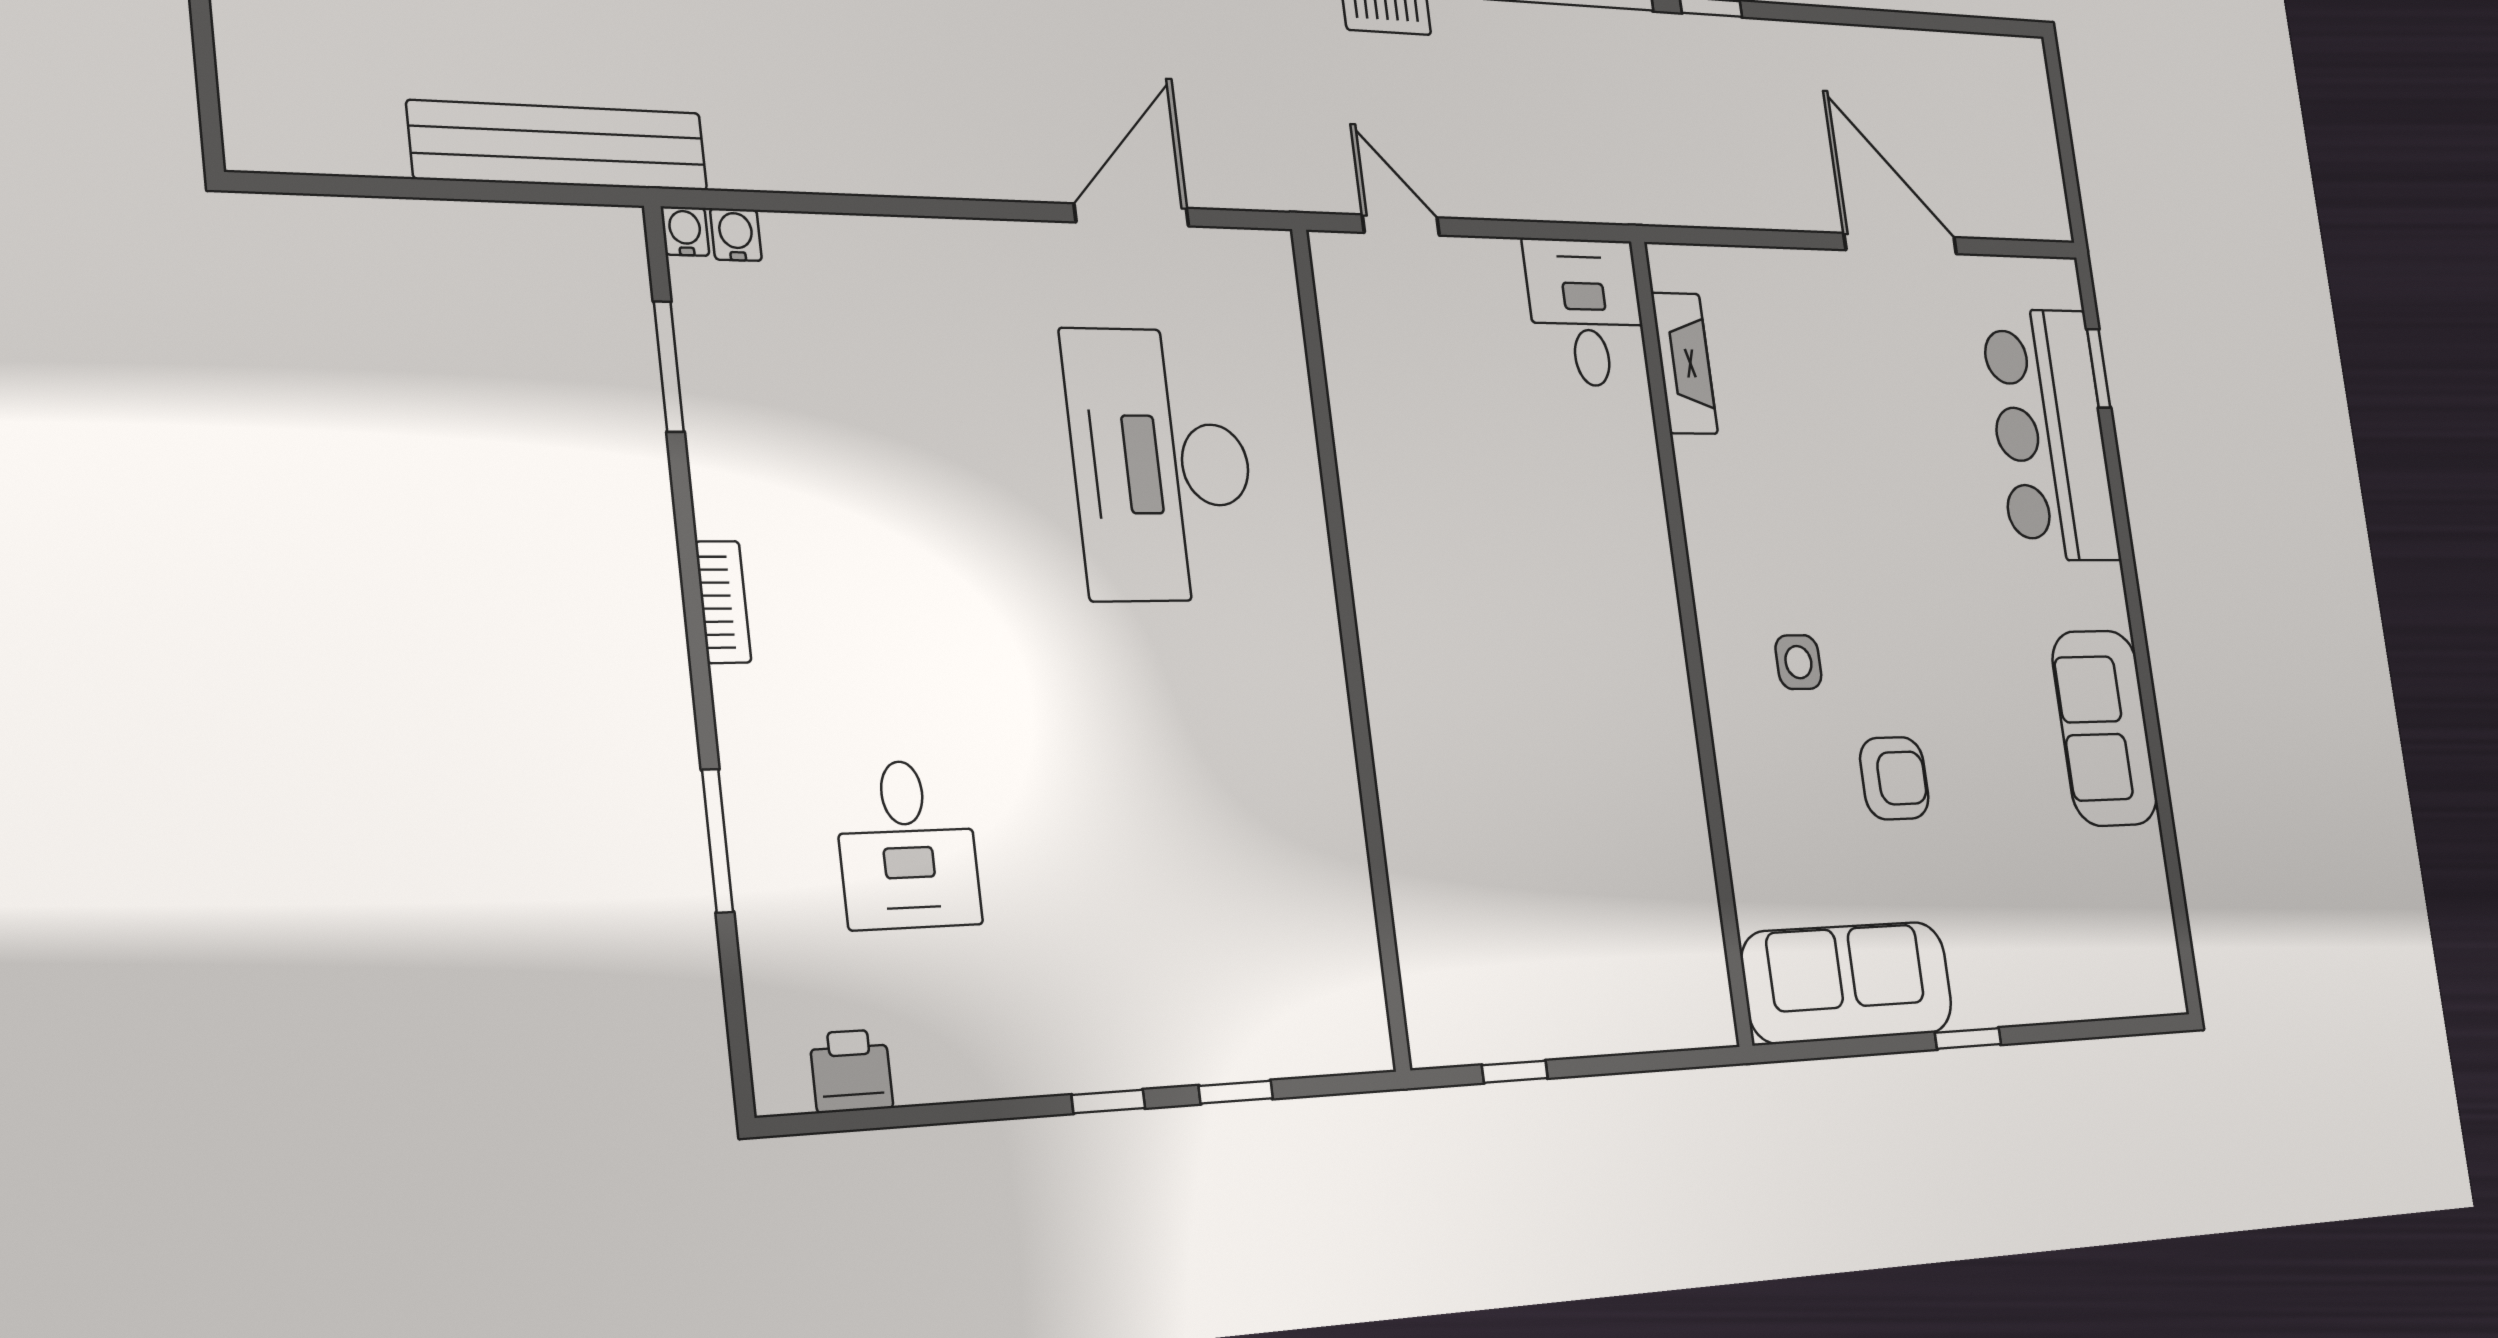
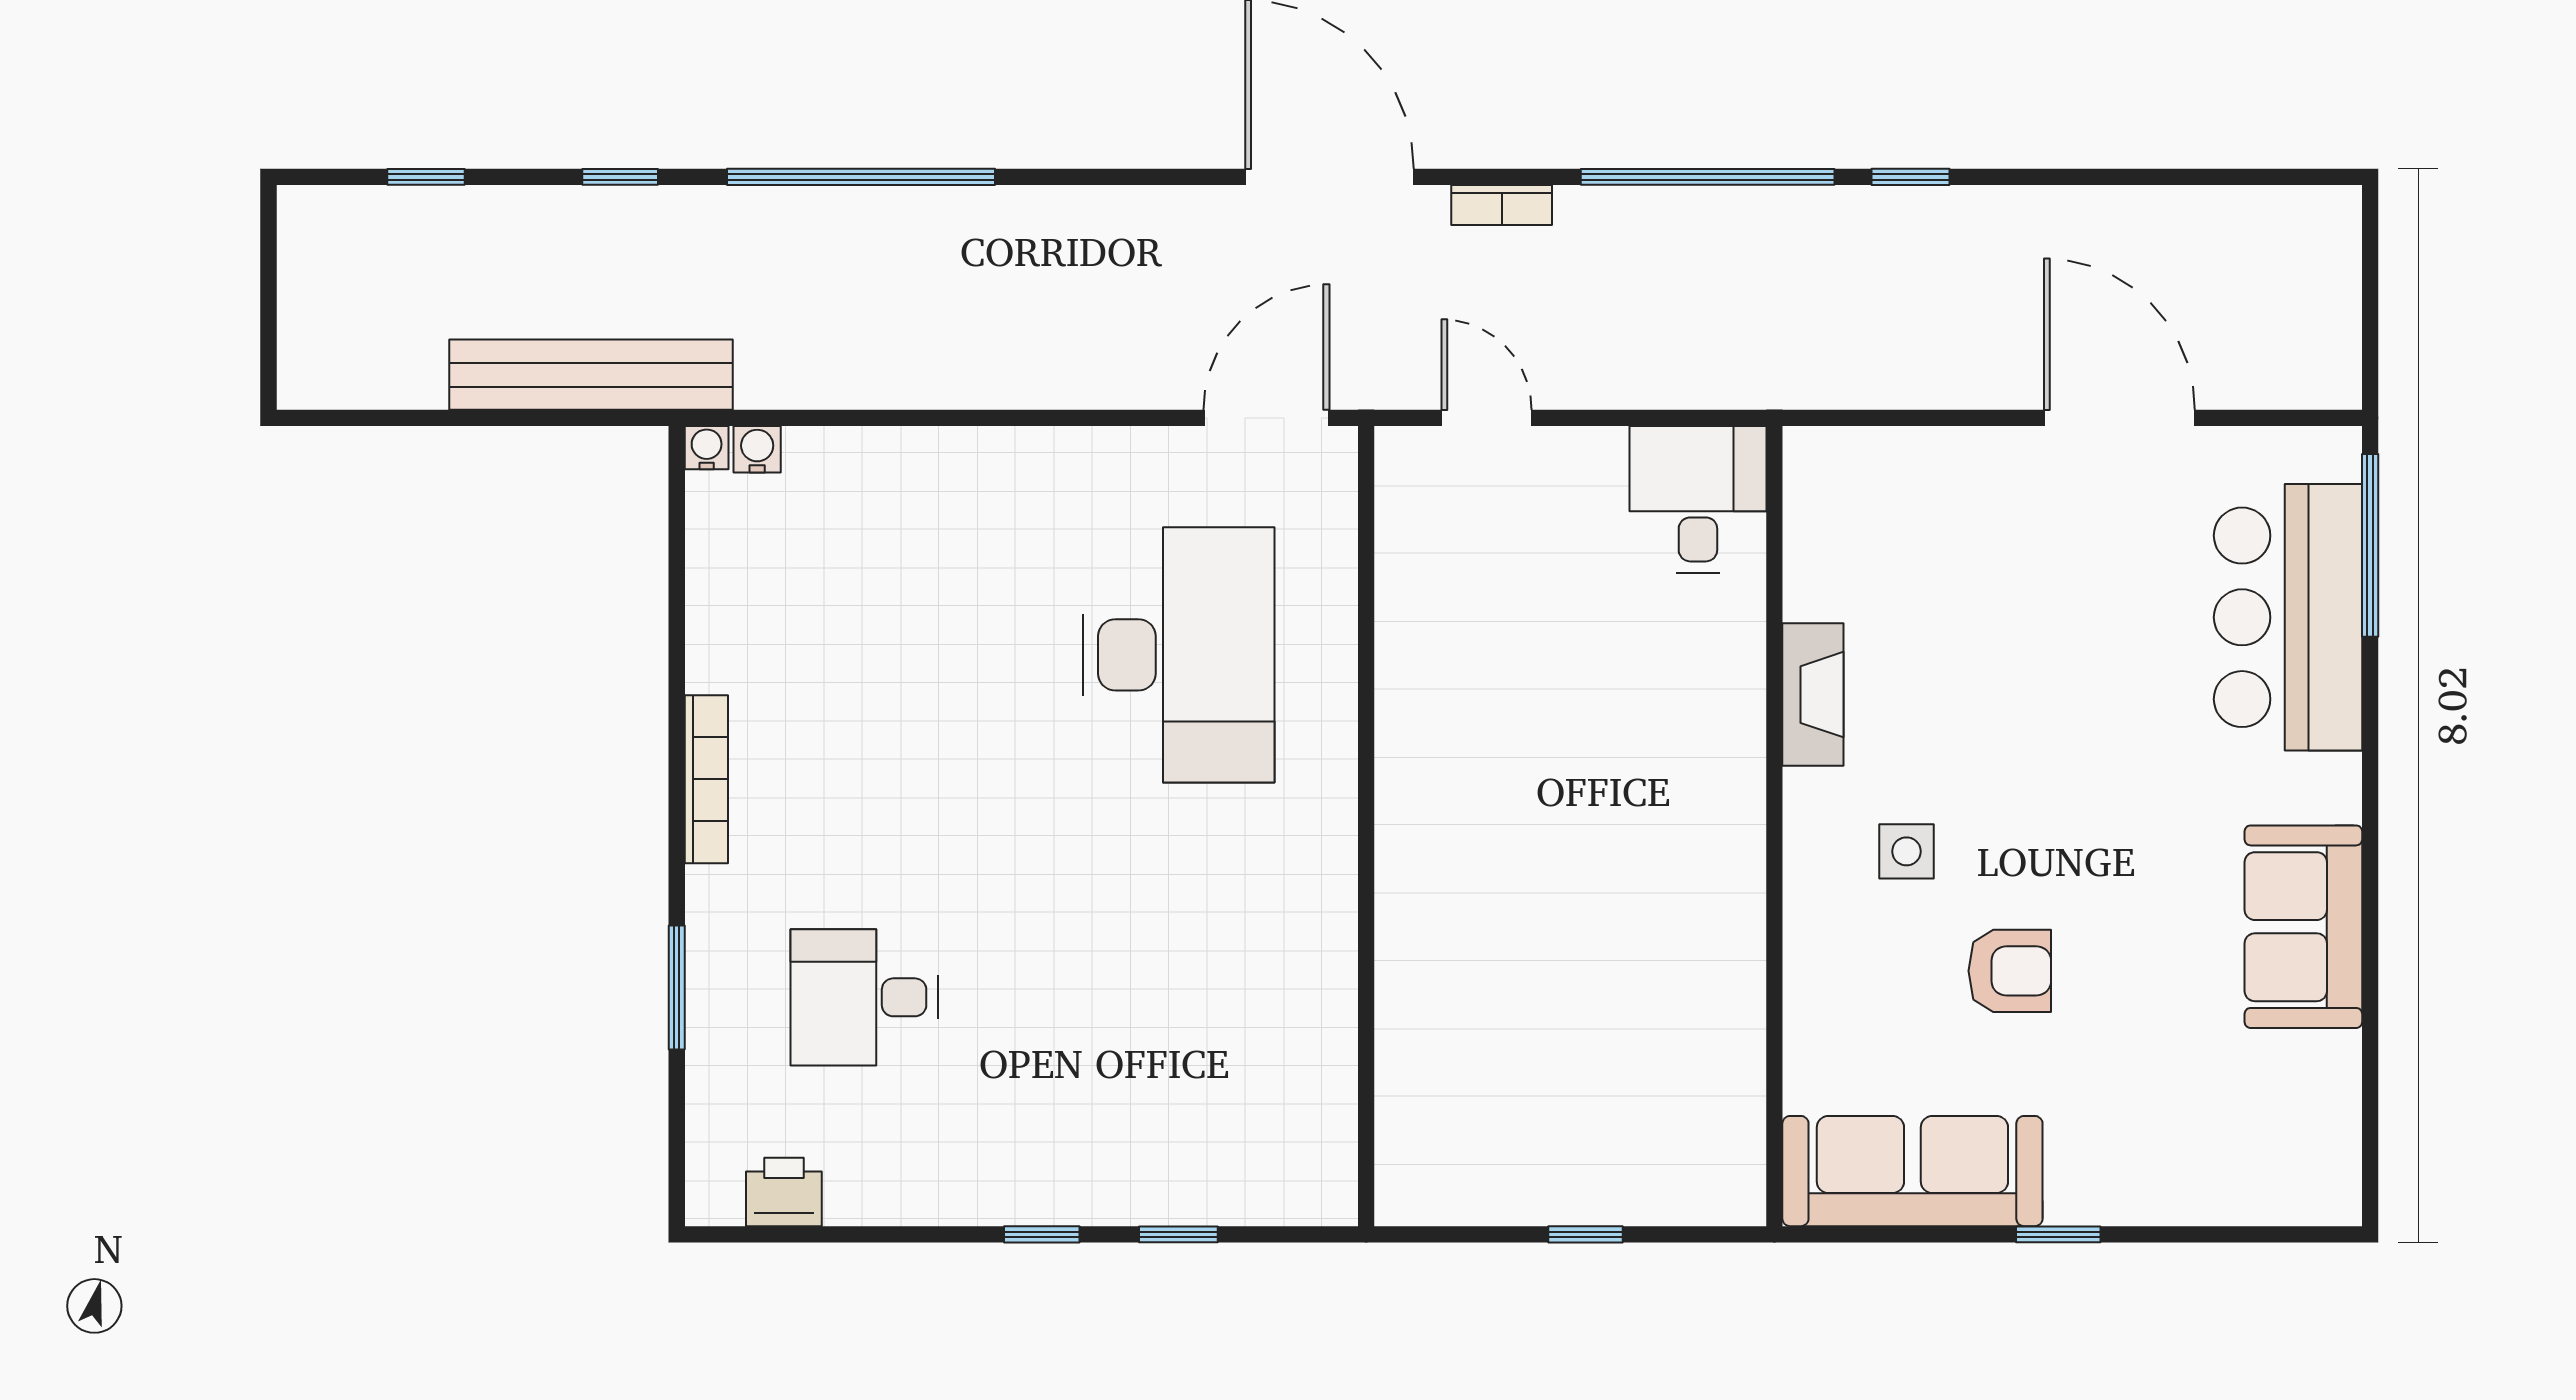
door: (1132, 215) -> (1267, 418), moved
fireplace: (1684, 363) -> (1813, 695), moved
window: (669, 367) -> (677, 570), removed
window: (2099, 368) -> (2370, 545), width x2.17
desk: (1162, 465) -> (1179, 655), turned 180
bookcase: (723, 602) -> (706, 779), width x1.56
desk: (907, 844) -> (864, 997), turned 90
window: (1515, 1072) -> (1585, 1234), moved

